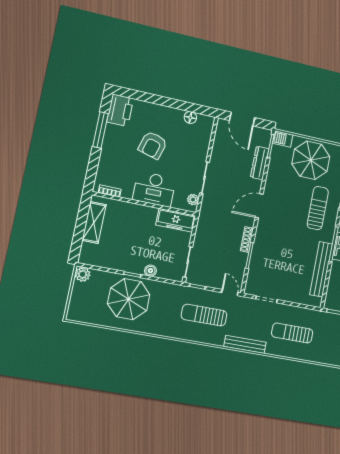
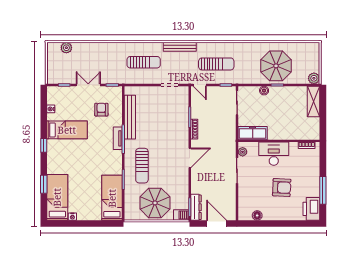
armchair: (153, 145) -> (282, 187), turned 77
dresser: (260, 163) -> (196, 207), moved
shelving: (94, 222) -> (313, 102), moved

